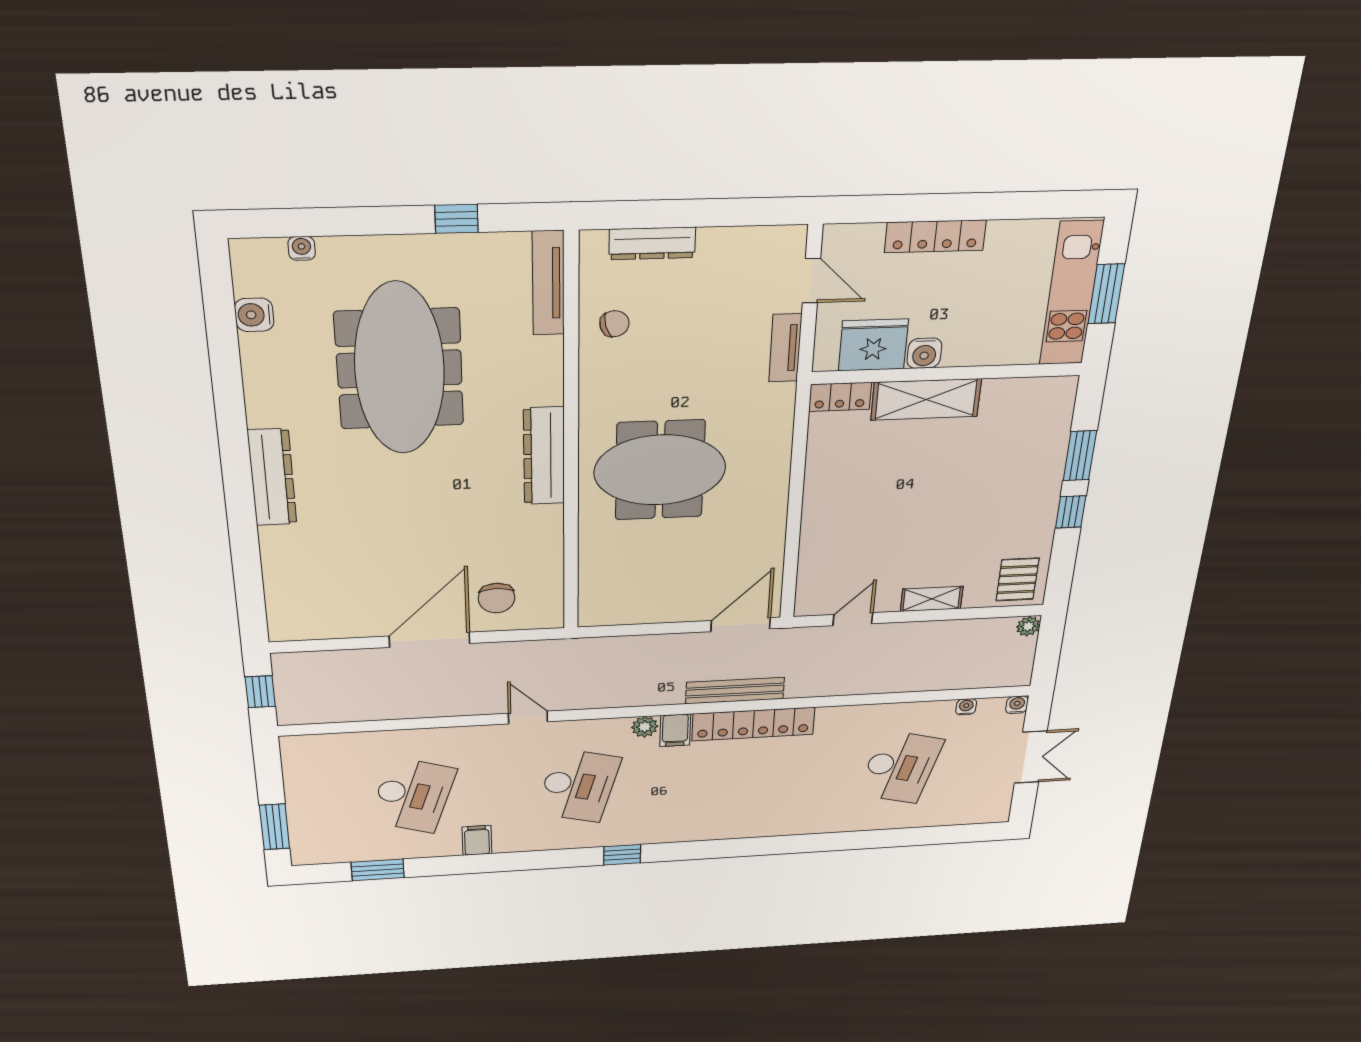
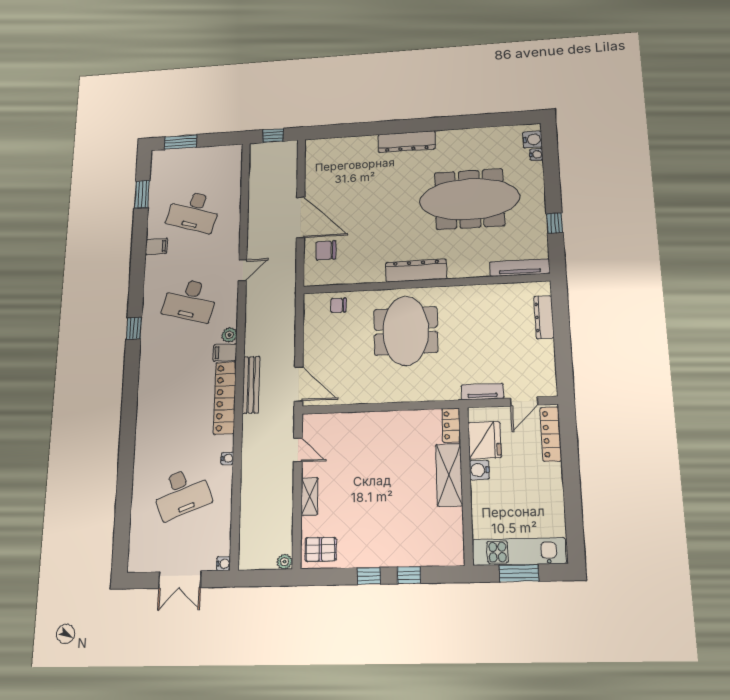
locker: (935, 236) -> (551, 434), moved
water cooler: (254, 315) -> (532, 140), moved, turned 90
chair: (614, 324) -> (338, 305), moved, turned 105
window: (1080, 456) -> (409, 575), width x0.67
water cooler: (966, 707) -> (227, 458), moved
desk: (900, 767) -> (182, 493), turned -36

